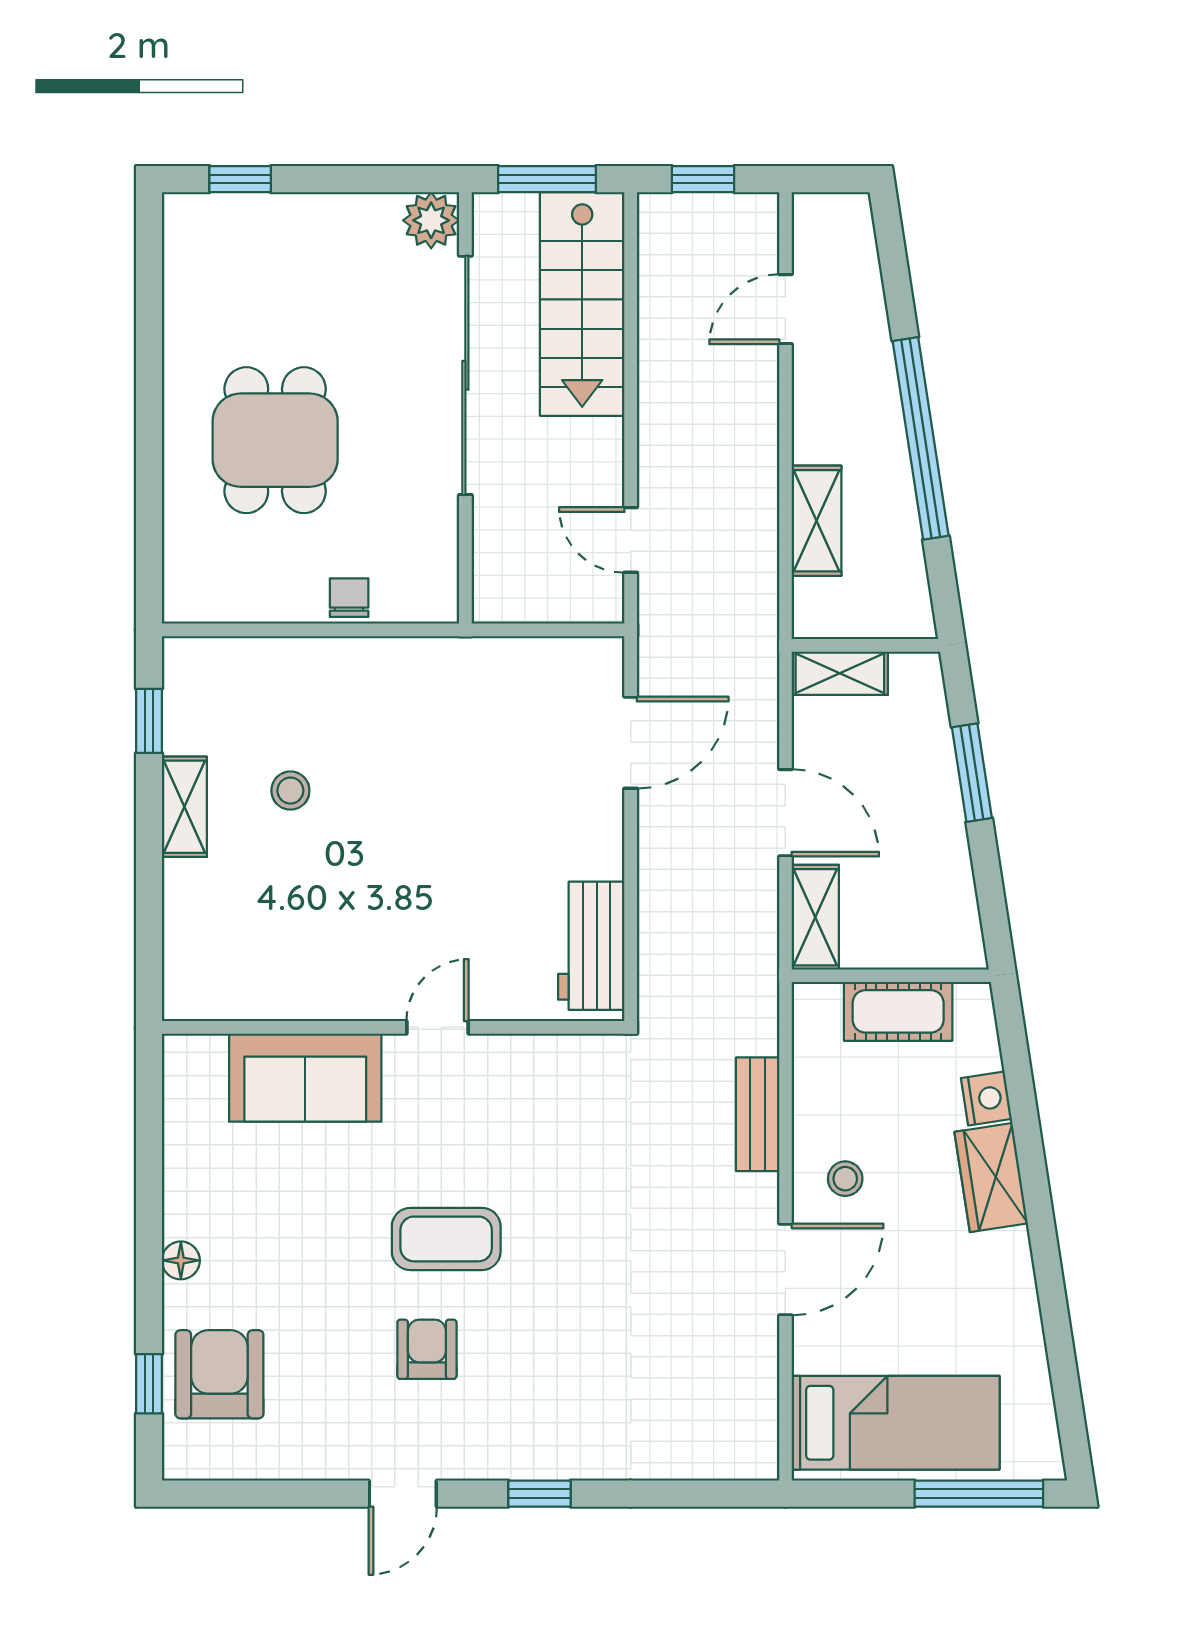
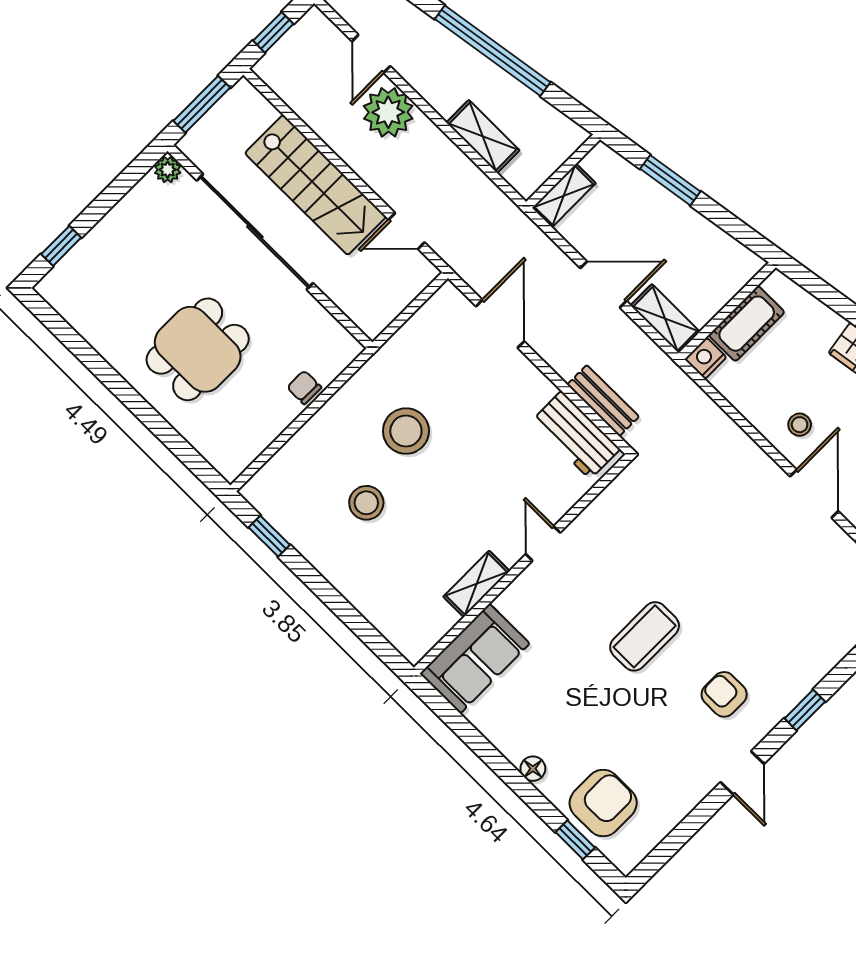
plant: (431, 220) -> (168, 170), width x0.73, depth x0.73
stairs: (582, 304) -> (315, 185), moved
plant: (740, 391) -> (388, 112), added
dining table: (275, 440) -> (198, 349), turned 90
stool: (412, 756) -> (406, 431), added
stool: (290, 791) -> (366, 503), width x1.37, depth x1.37
shelving: (184, 807) -> (477, 584), moved, turned 90
sofa: (305, 1078) -> (475, 659), moved
nightstand: (986, 1098) -> (706, 358), moved, turned -81
bench: (758, 1114) -> (603, 401), moved
armchair: (427, 1349) -> (724, 694), moved
armchair: (219, 1374) -> (603, 803), turned 90

